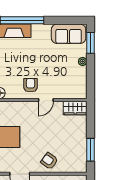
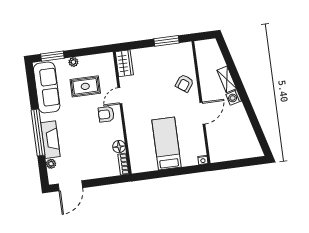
sofa: (69, 34) -> (47, 87), width x1.36
rug: (59, 69) -> (85, 86), added
door: (46, 100) -> (120, 96), swing flipped

